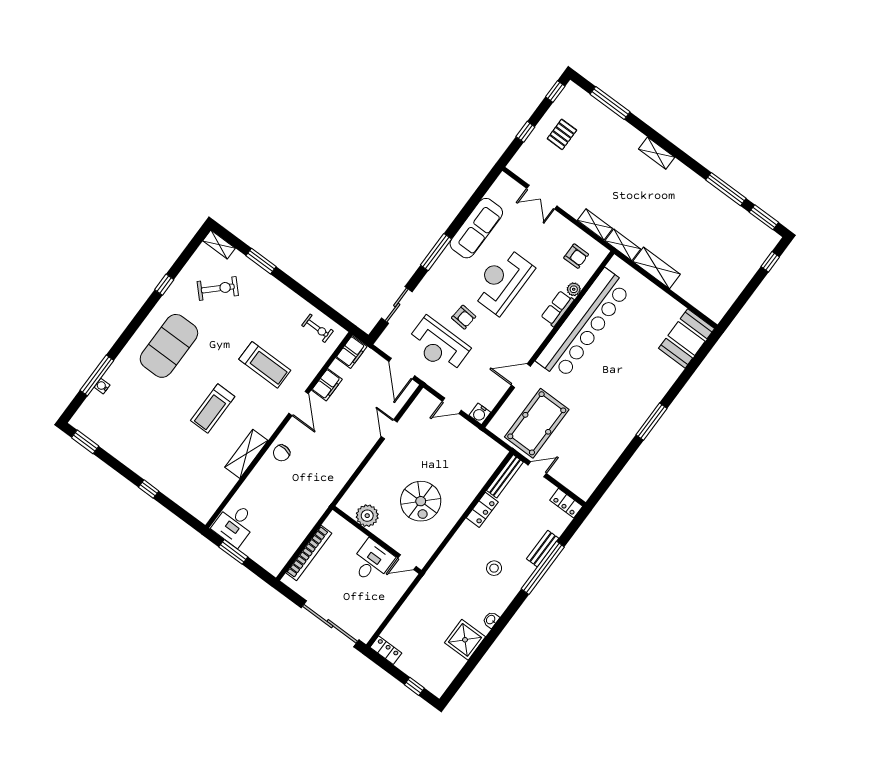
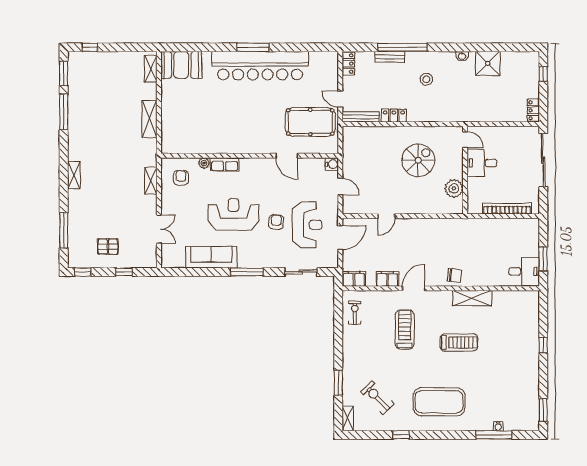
shelving: (623, 245) -> (151, 69), moved
reception desk: (502, 281) -> (234, 214), turned 180
bar counter: (584, 324) -> (260, 66), moved, turned 180

